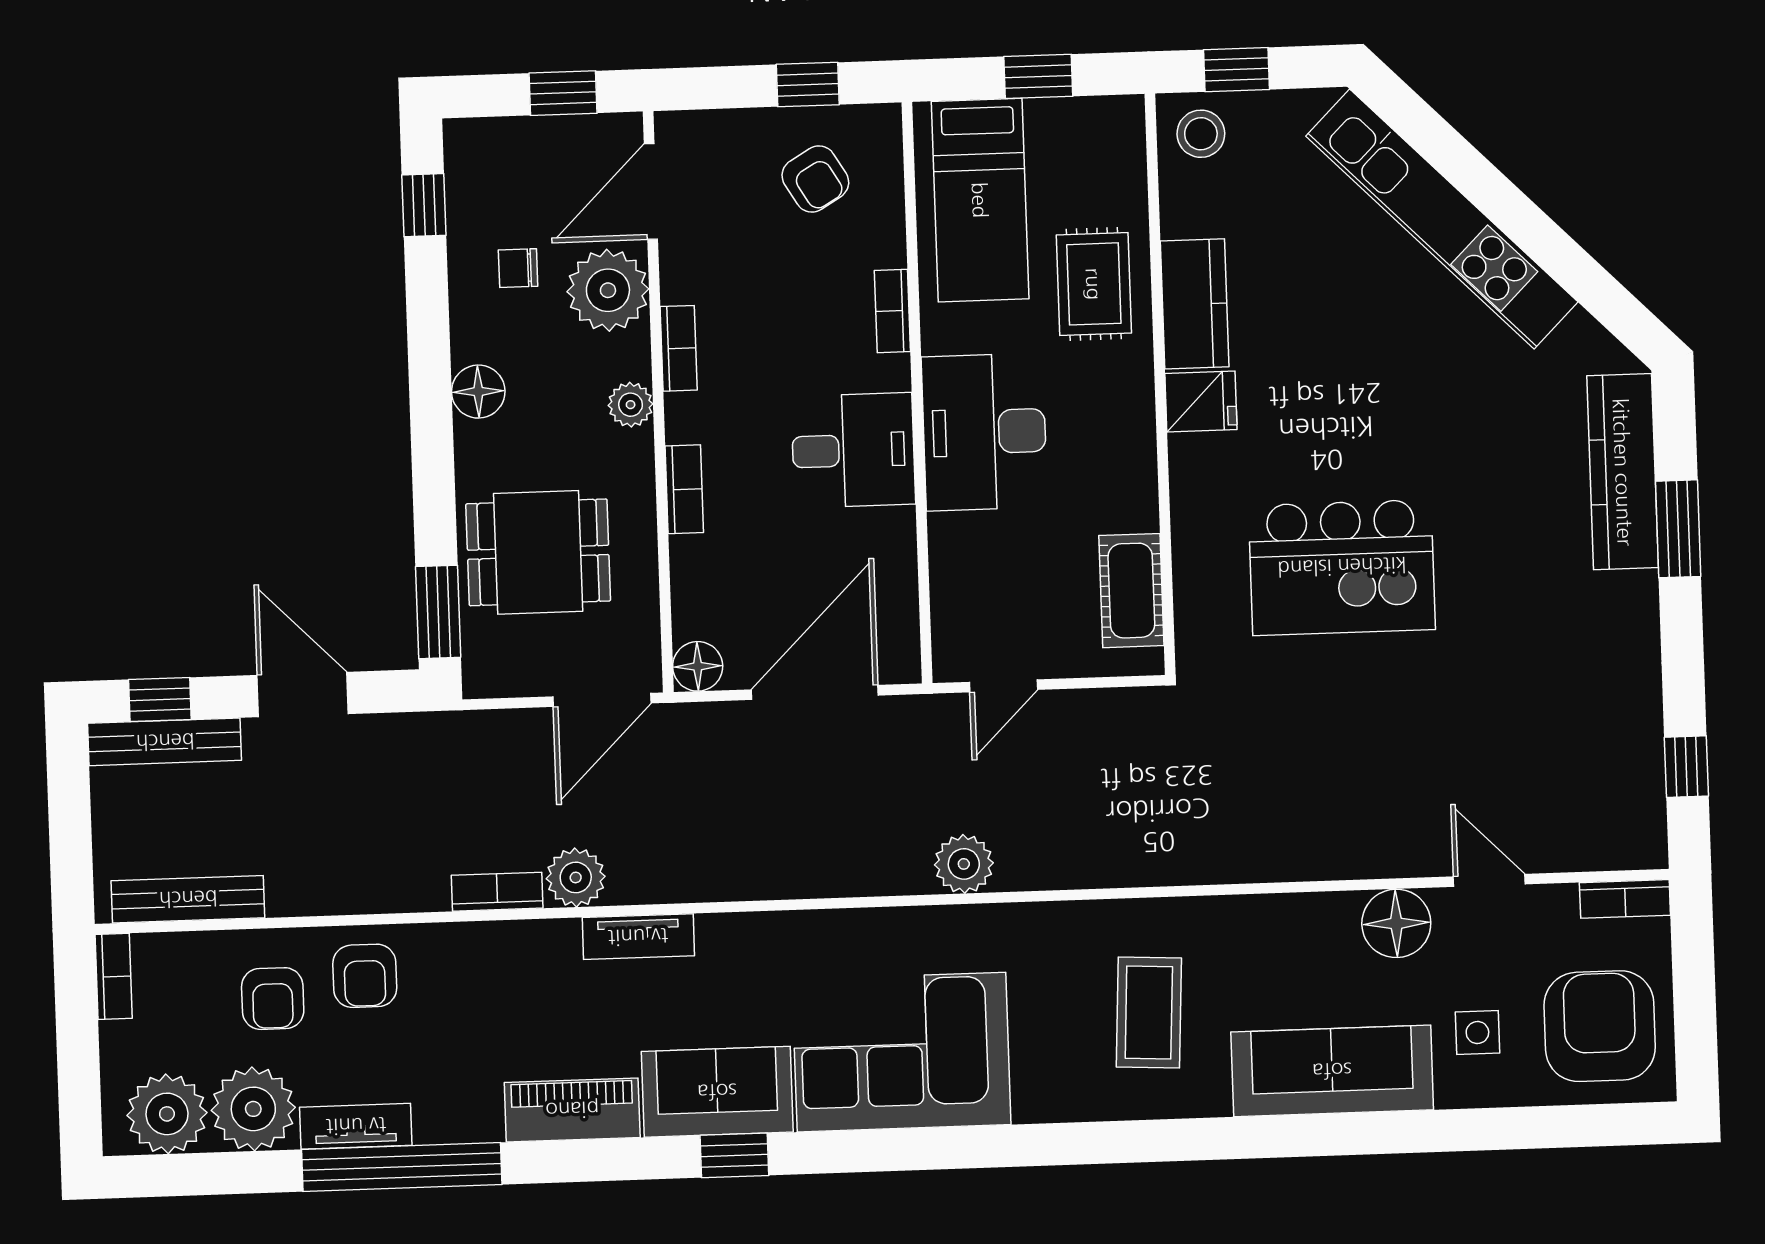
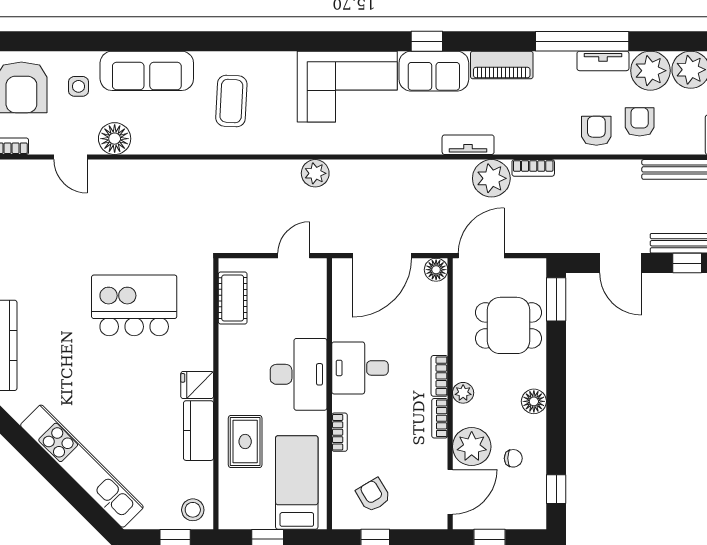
bookcase: (684, 489) -> (439, 376), moved
plant: (576, 877) -> (491, 178), width x1.36, depth x1.36

